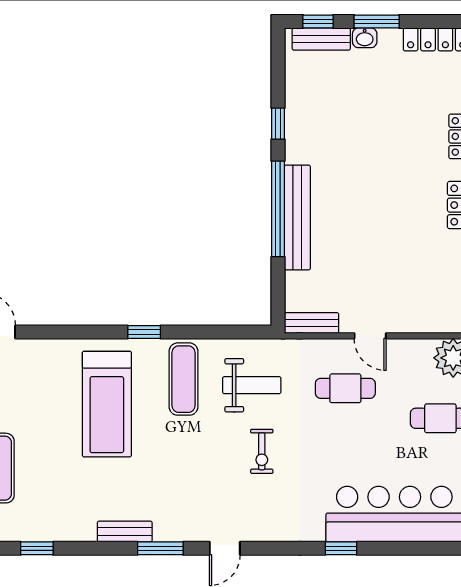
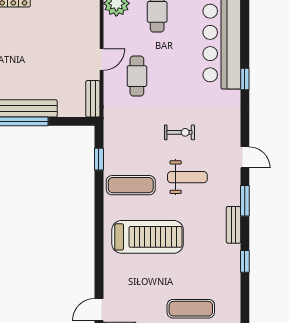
window: (144, 332) -> (99, 159), moved
weight bench: (252, 385) -> (187, 177), moved, turned 90
window: (37, 548) -> (245, 261), moved

